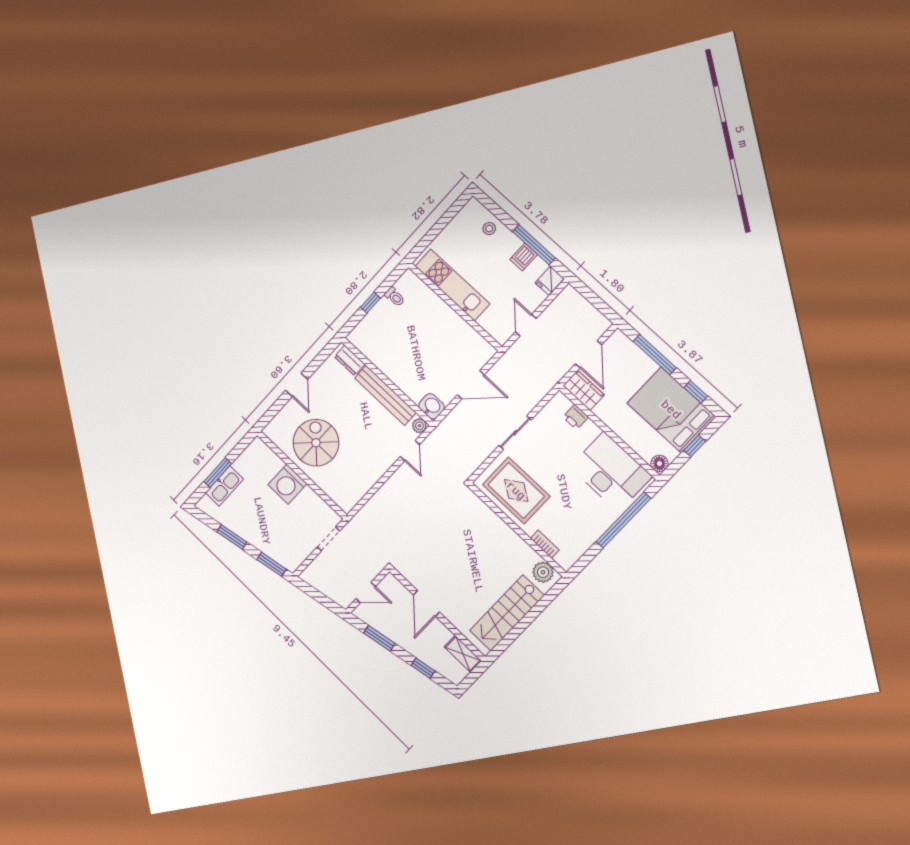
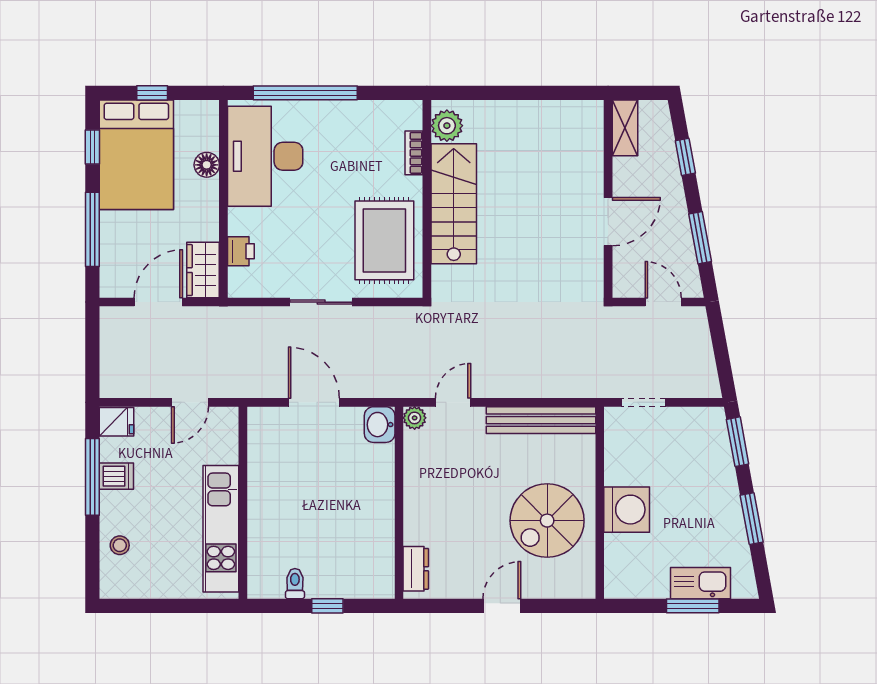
bench: (385, 395) -> (541, 420), moved, turned 90
floor lamp: (659, 464) -> (207, 165), moved
stairs: (507, 613) -> (454, 204), moved, turned -90

